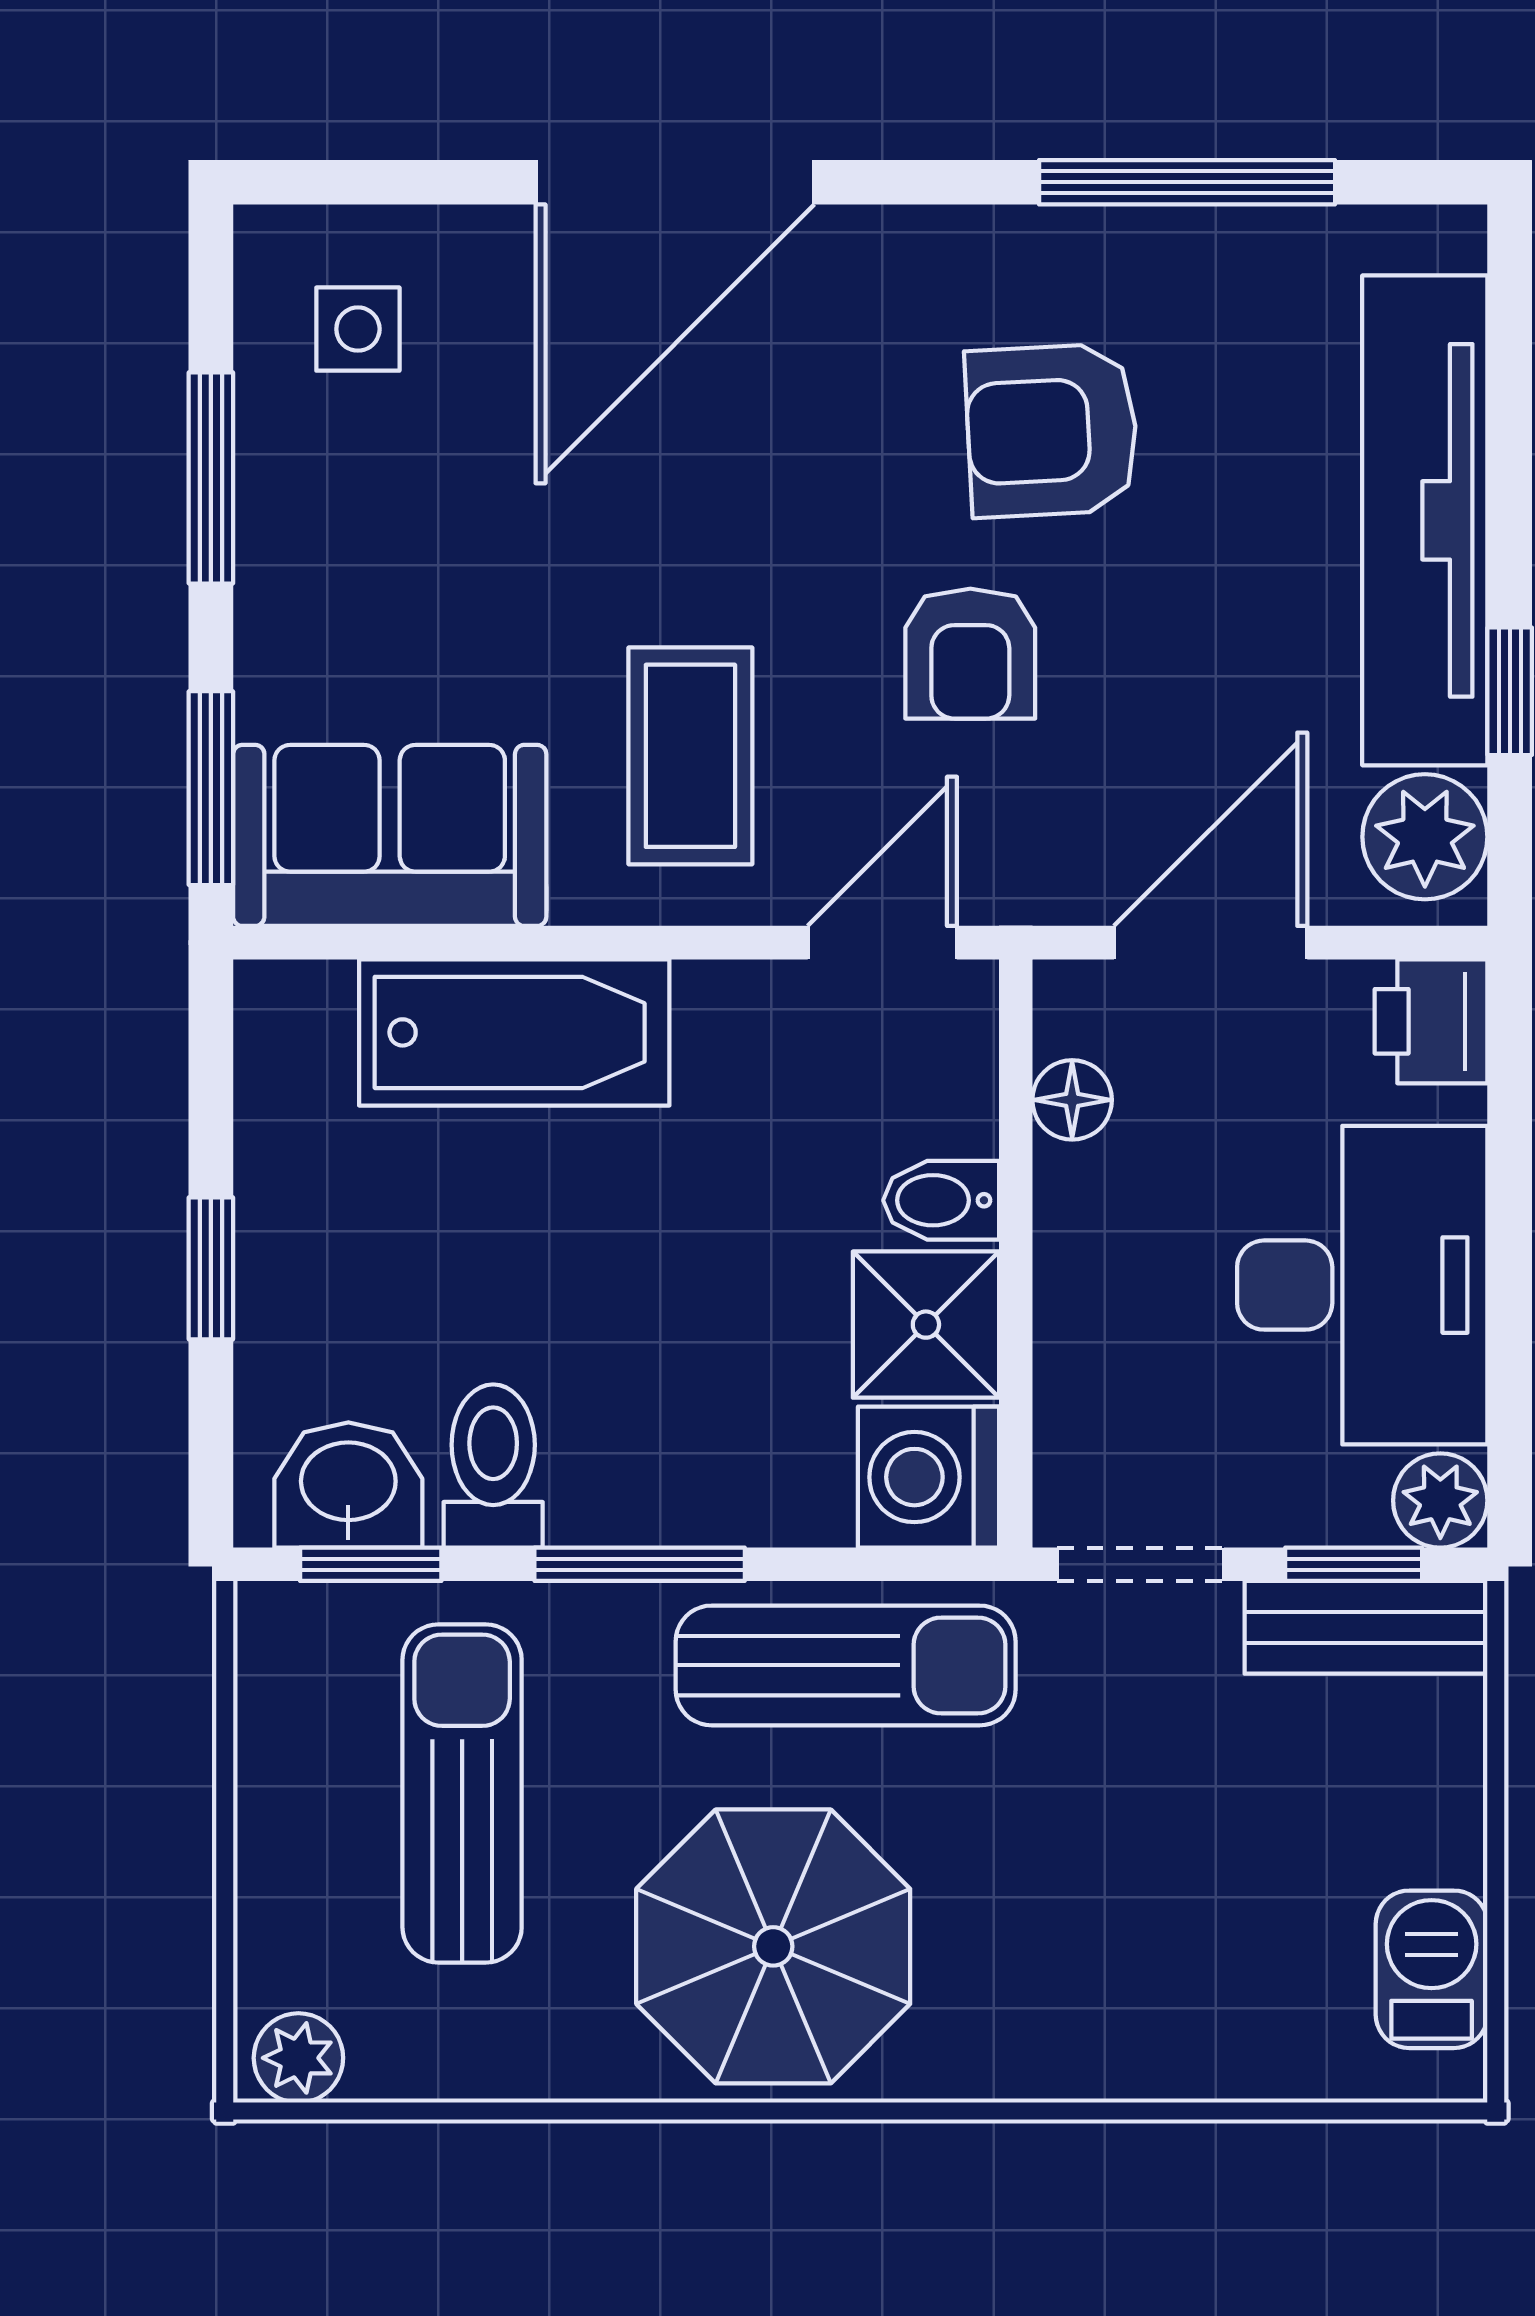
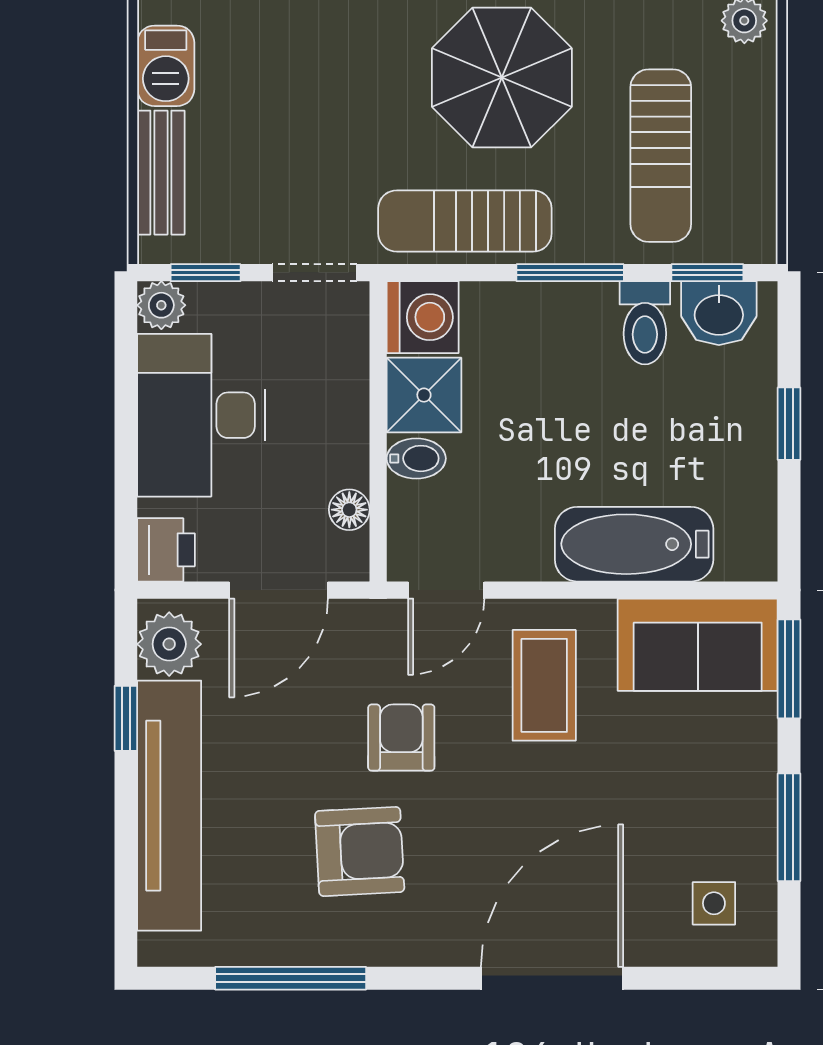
bench: (1366, 1627) -> (161, 173), moved, turned 90

